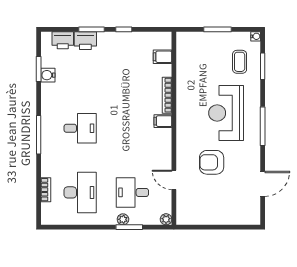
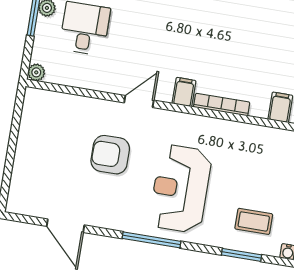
reception desk: (226, 113) -> (180, 189), turned -90
armchair: (212, 162) -> (110, 155), turned -90
door: (174, 180) -> (139, 101), moved

